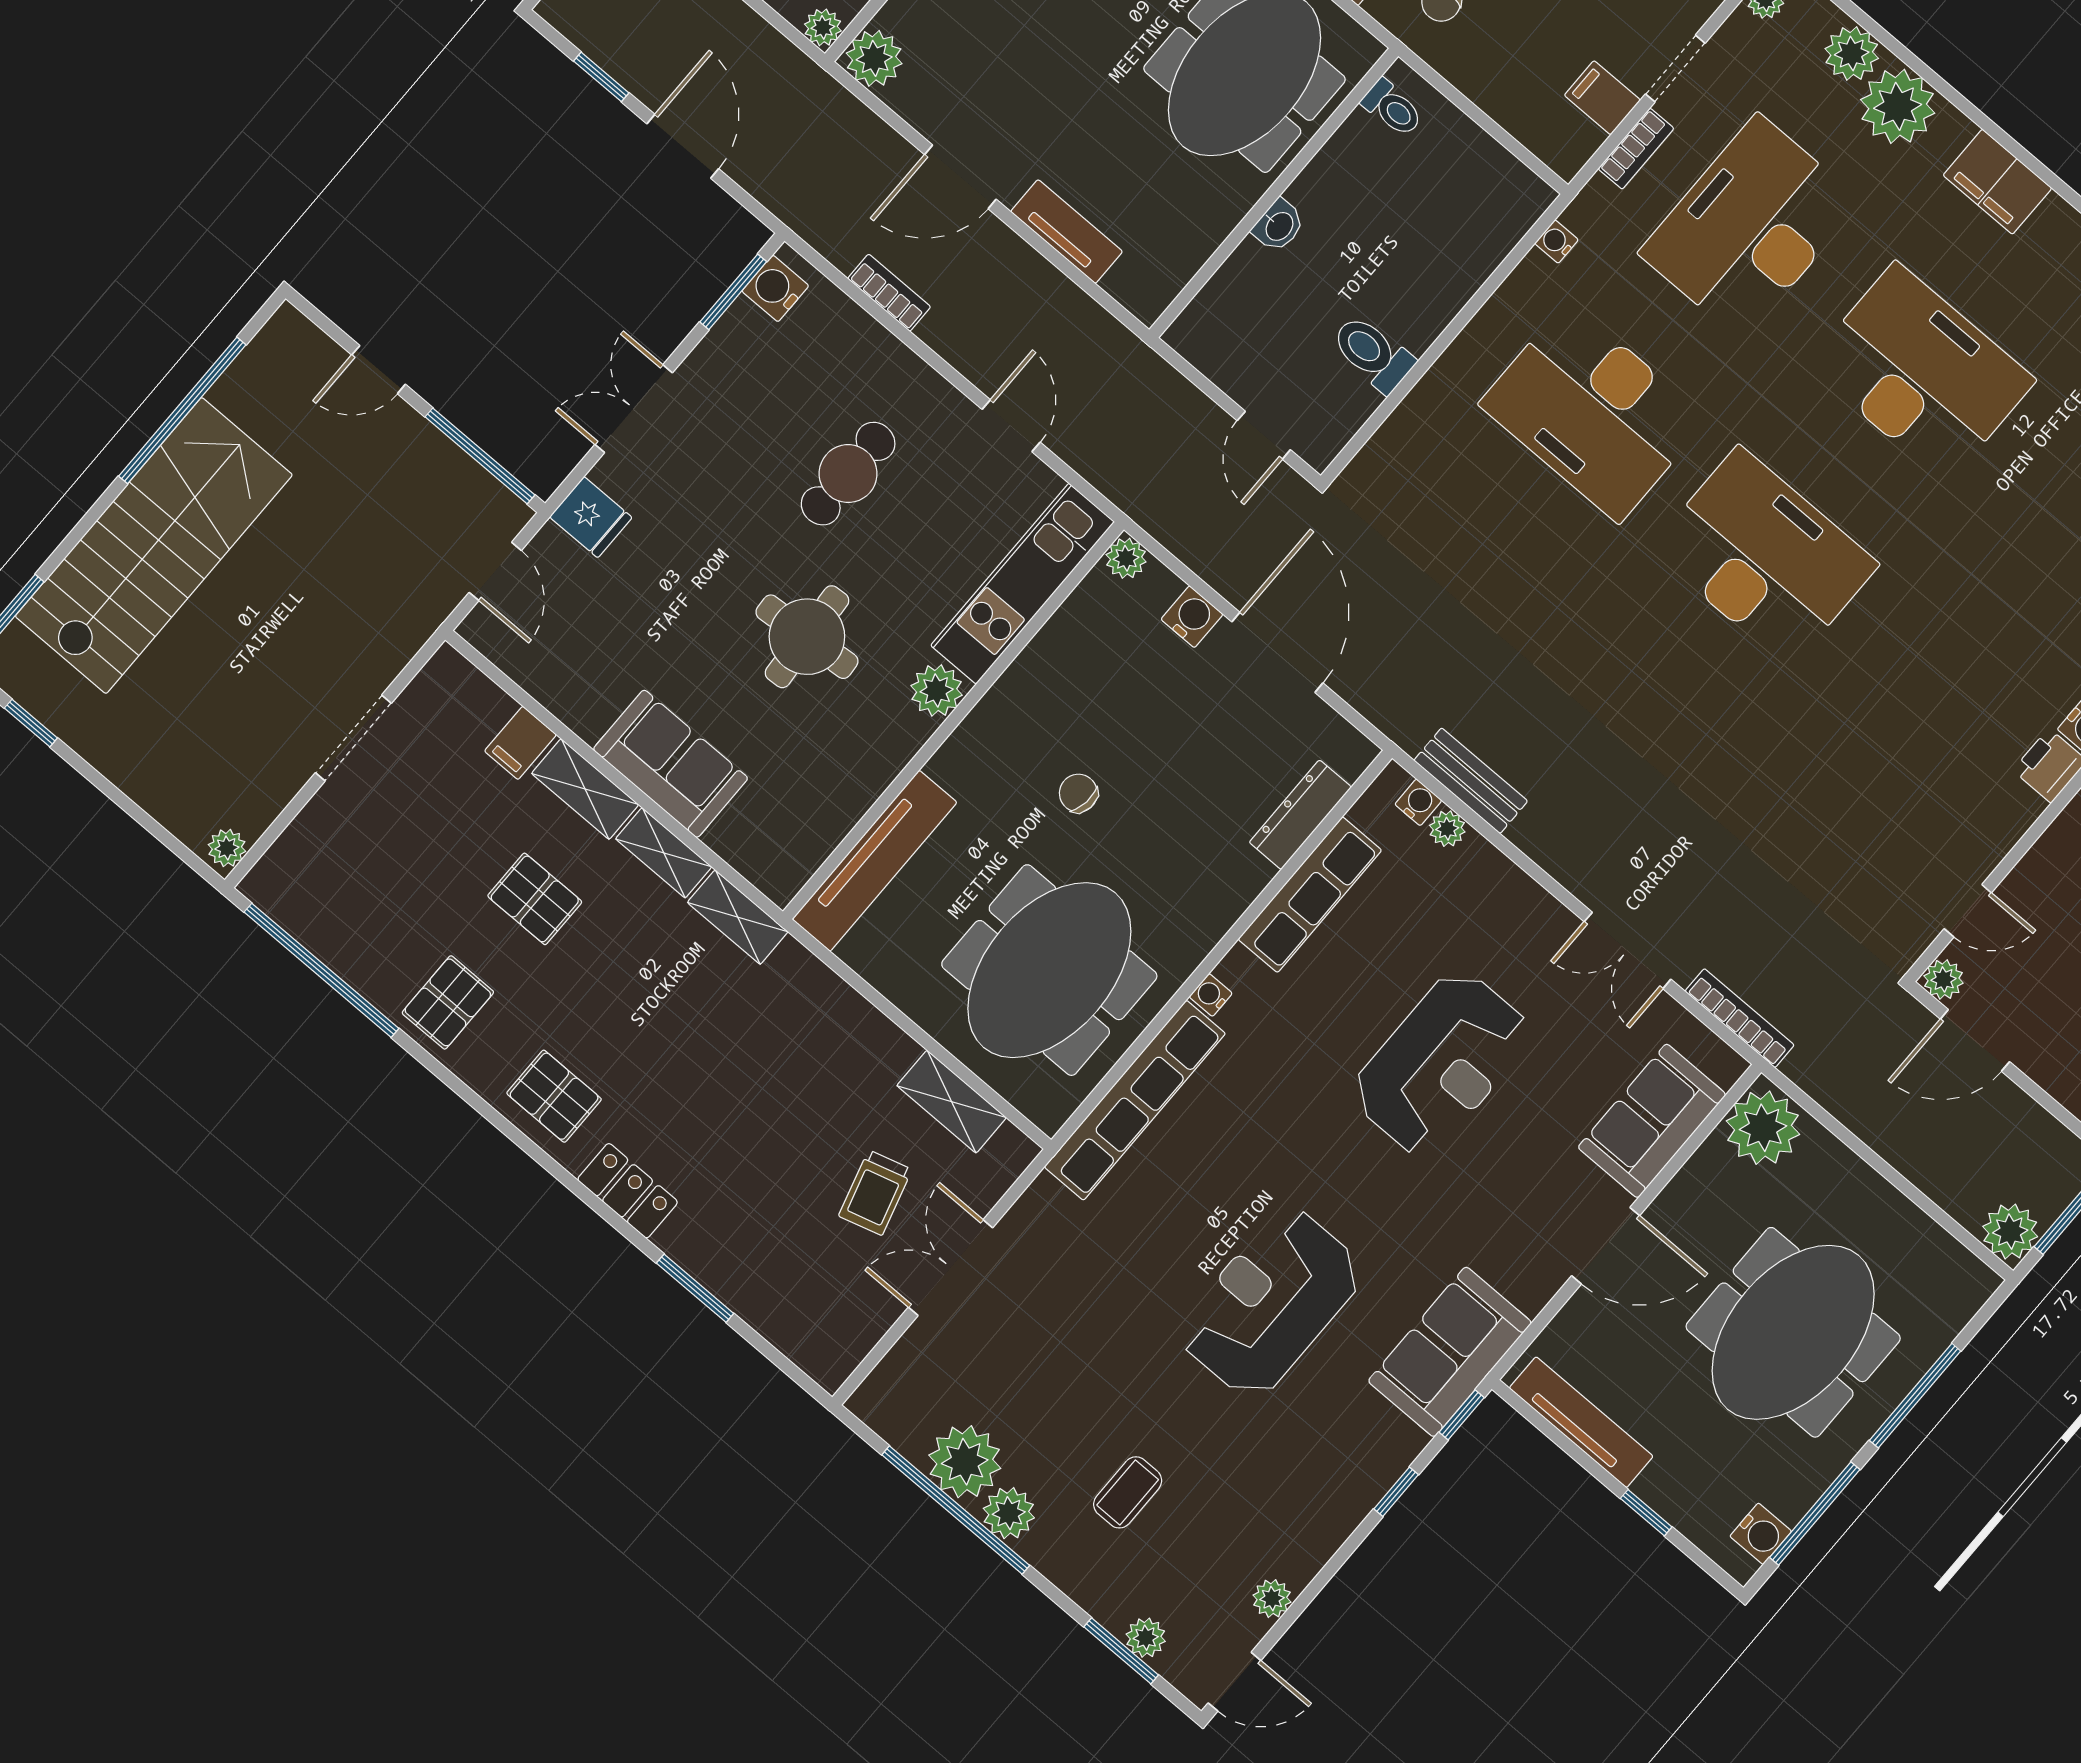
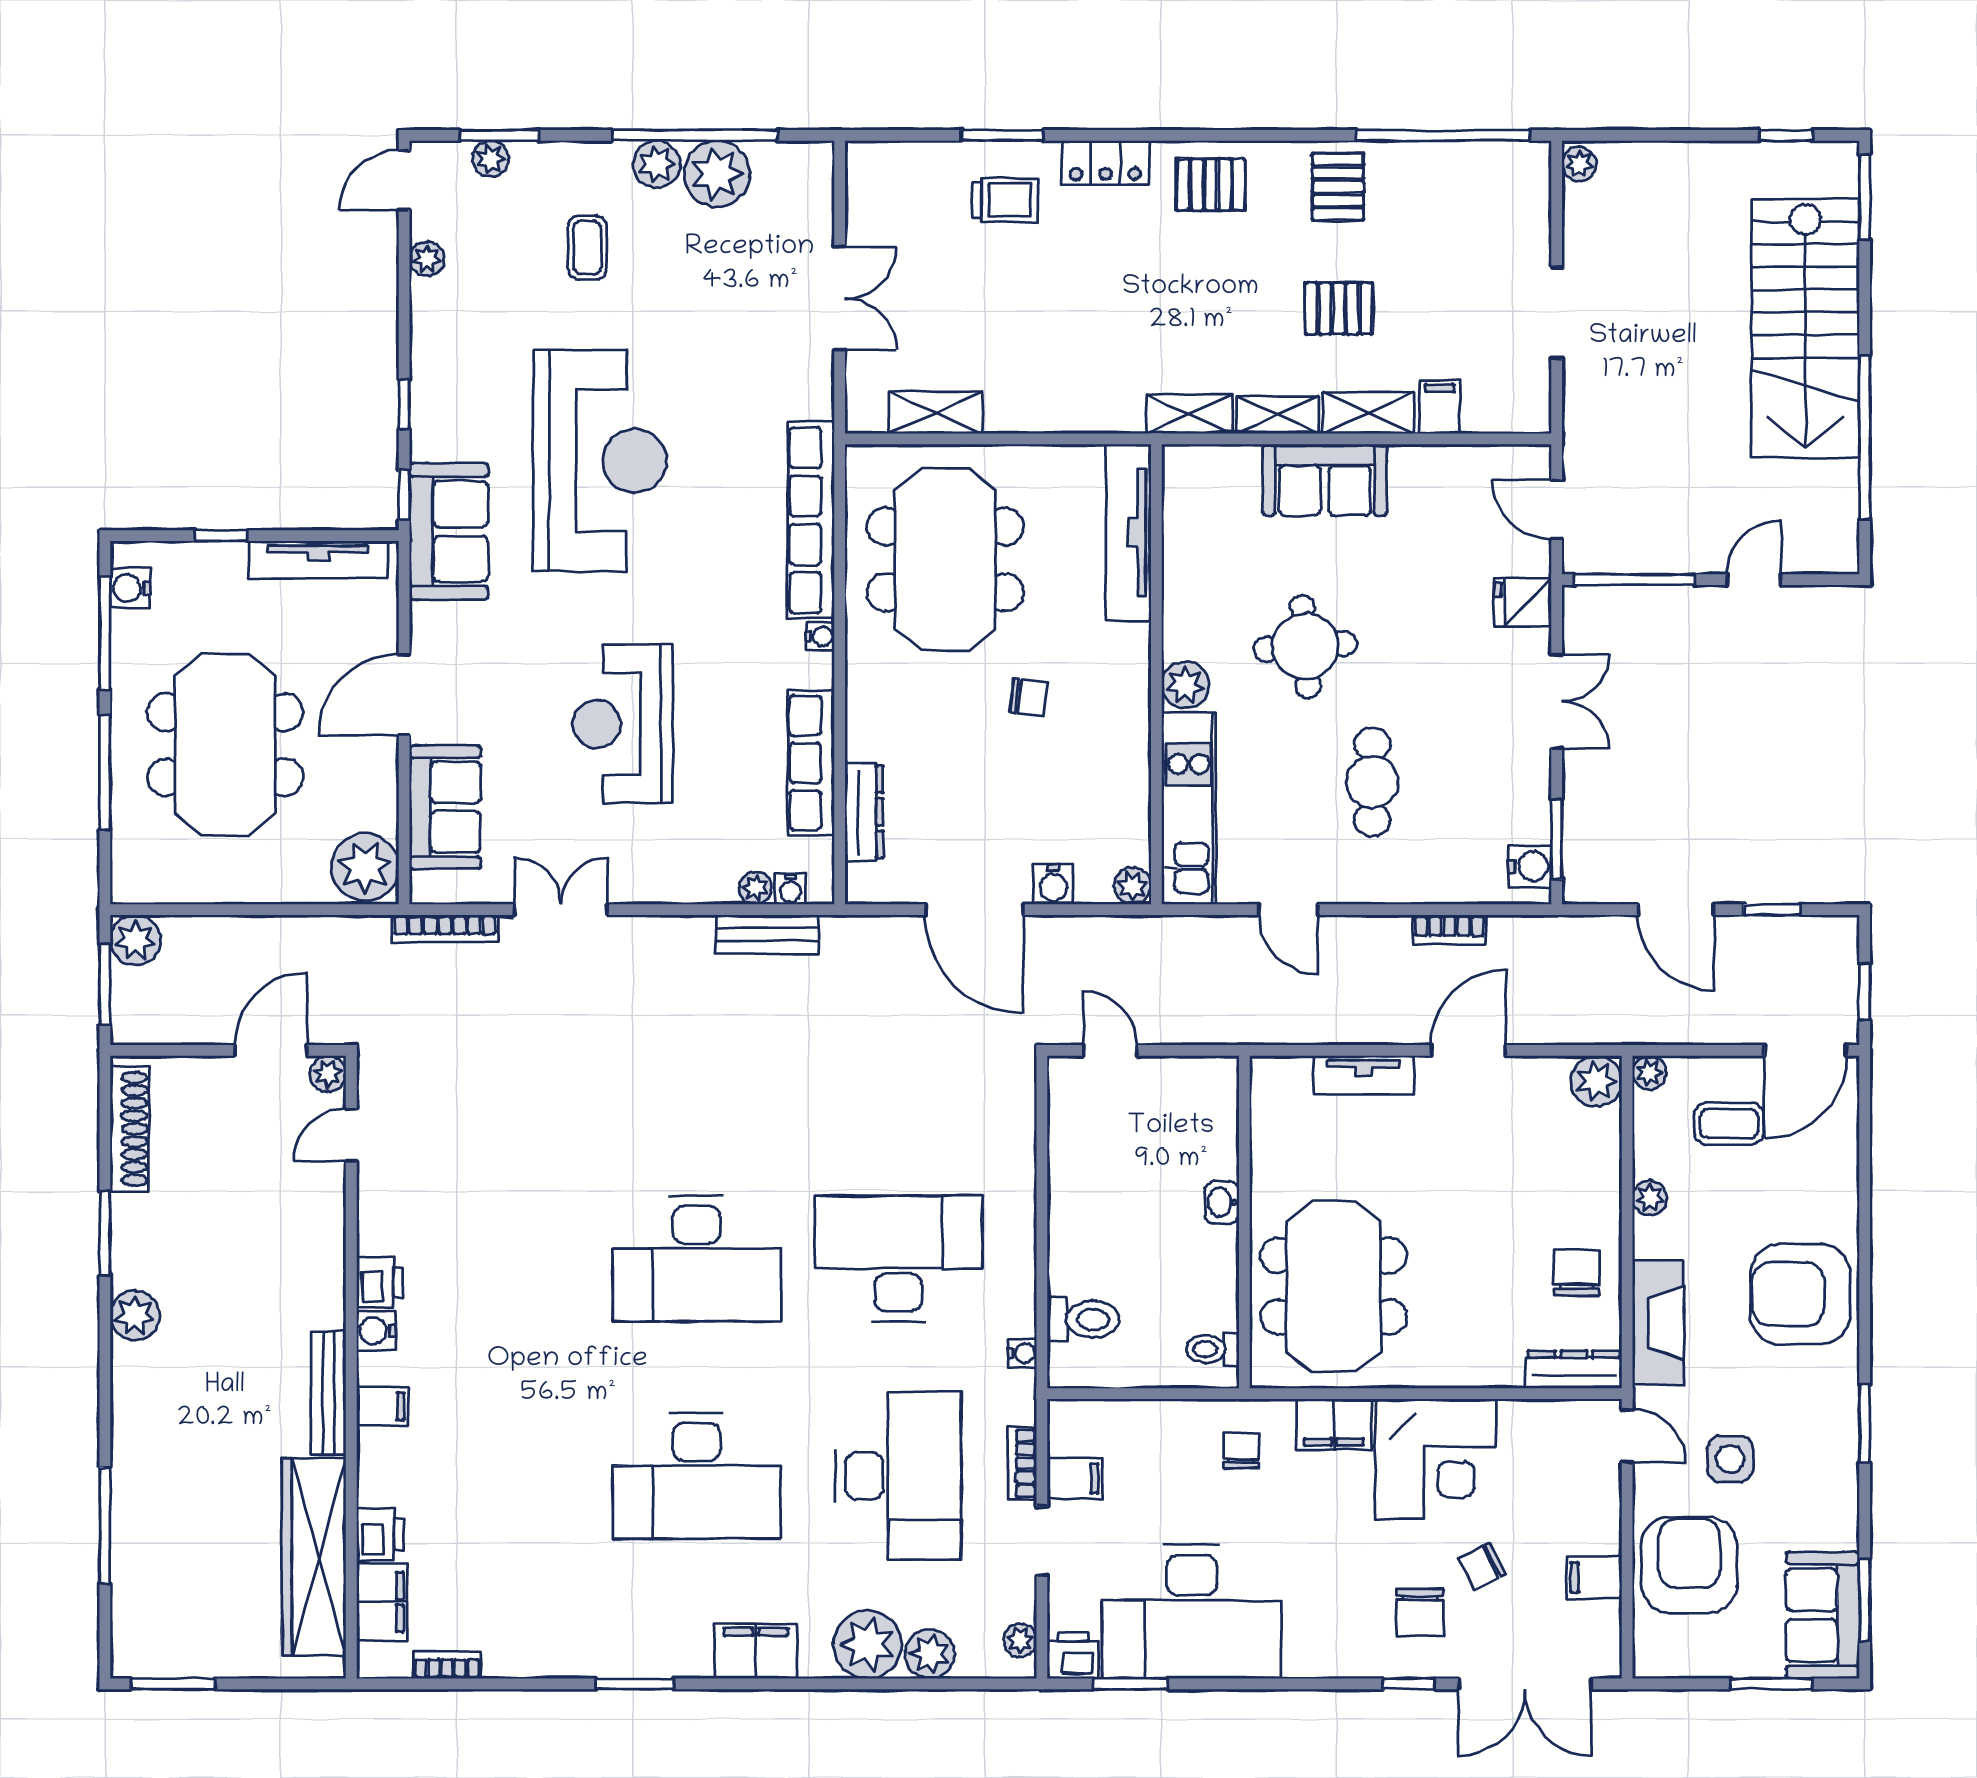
toilet: (1373, 353) -> (1083, 1319), moved
trolley: (875, 1193) -> (1005, 200), moved, turned 106
reception desk: (1271, 1303) -> (600, 461), width x1.36, depth x1.30

